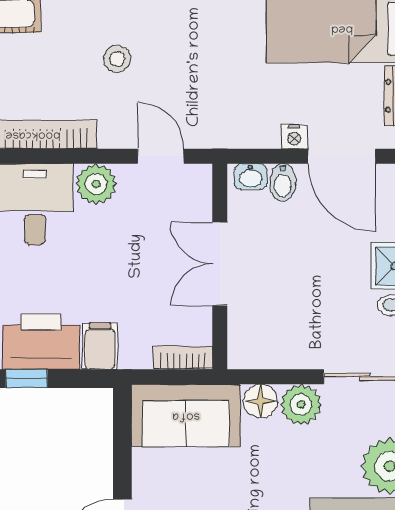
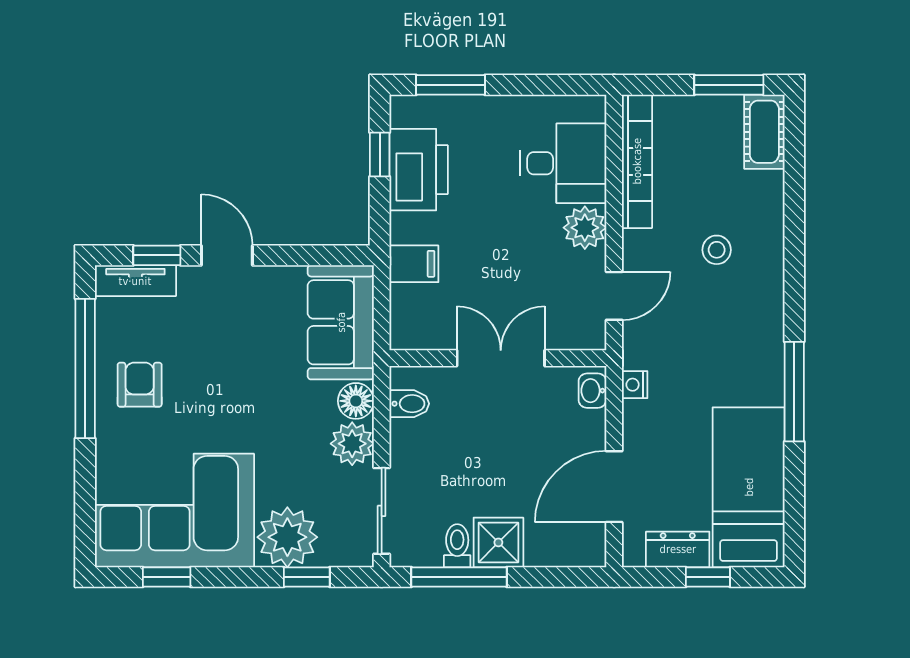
nightstand: (294, 137) -> (635, 385), moved
bidet: (283, 183) -> (409, 404), moved, turned 180
filing cabinet: (100, 346) -> (414, 264), moved
bookcase: (183, 358) -> (402, 319), removed

